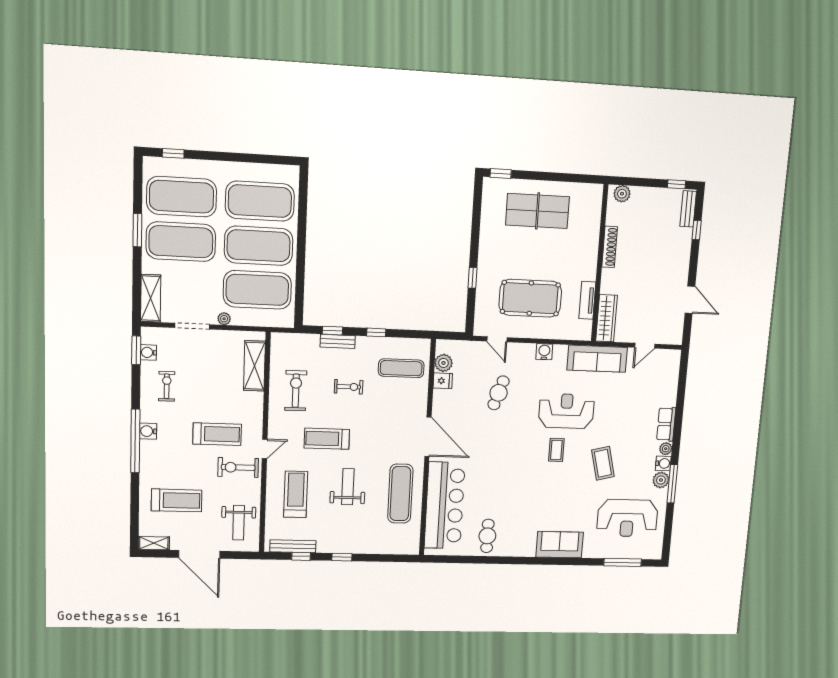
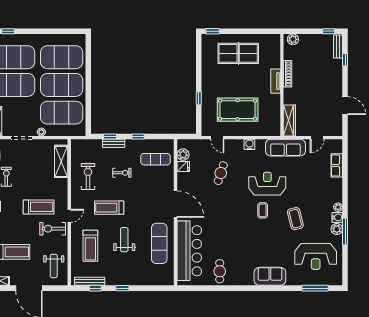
tv unit: (587, 300) -> (276, 81), moved
row of seats: (666, 424) -> (337, 165), moved
treadmill: (296, 494) -> (90, 246), turned 180

